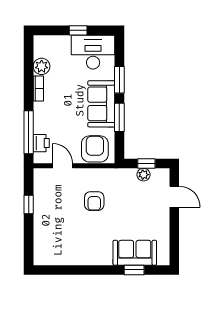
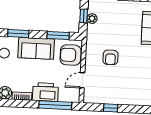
window: (119, 117) -> (58, 35), moved
printer: (41, 143) -> (45, 92), moved, width x1.87, depth x1.48
armchair: (94, 201) -> (110, 57), turned 90

